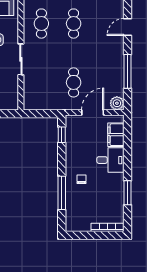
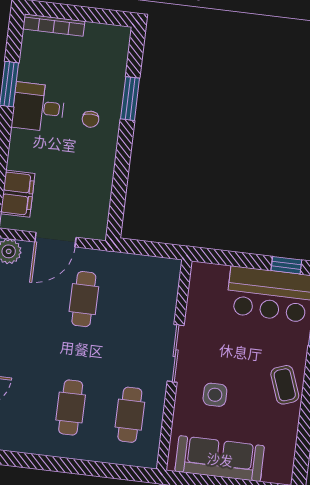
window: (62, 135) -> (117, 206), removed
desk: (110, 160) -> (38, 107), moved
window: (62, 193) -> (130, 99), width x0.69

